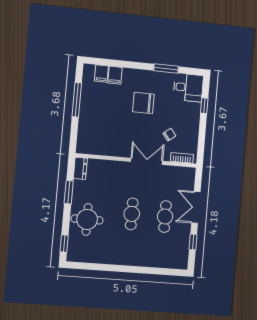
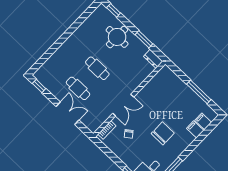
window: (193, 242) -> (39, 86), moved

